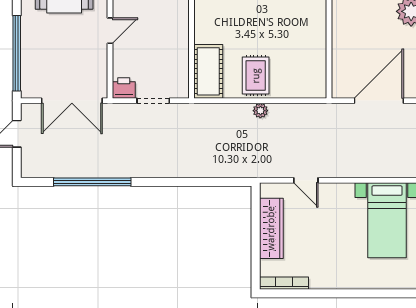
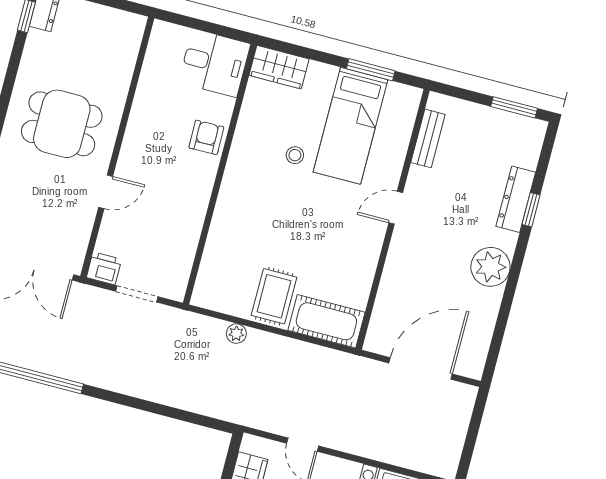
cot: (208, 71) -> (326, 321), moved, turned 90
plant: (260, 111) -> (236, 334), moved

